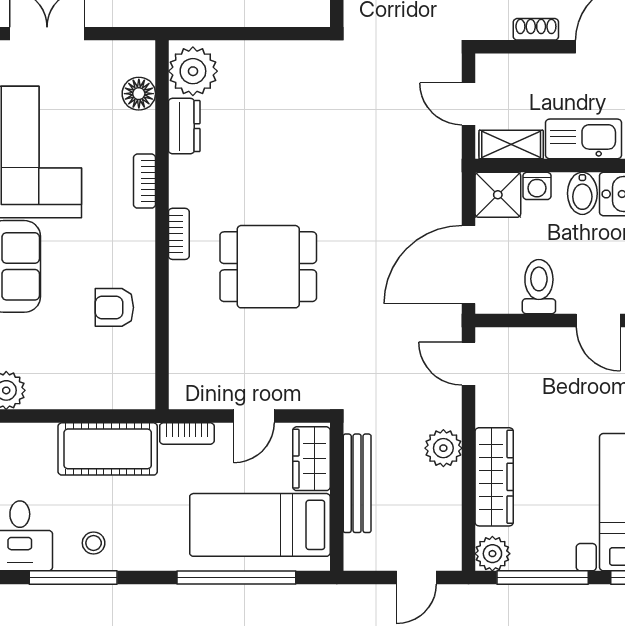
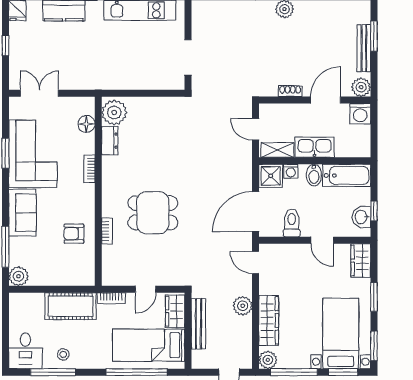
bookcase: (179, 234) -> (107, 231), moved

